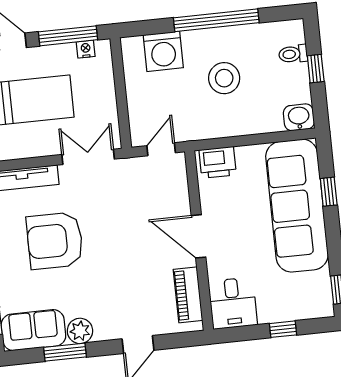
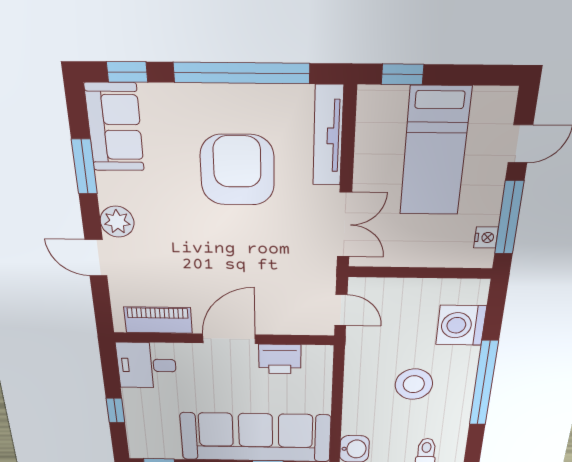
printer: (218, 162) -> (280, 359), moved, turned -90
plant: (80, 331) -> (117, 222), moved

